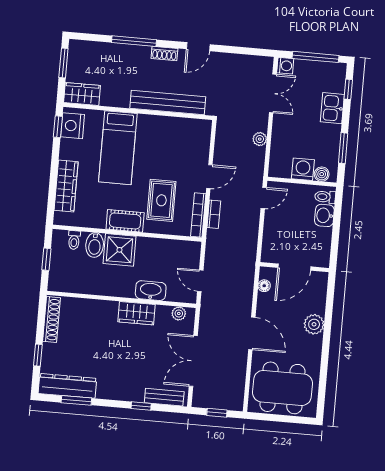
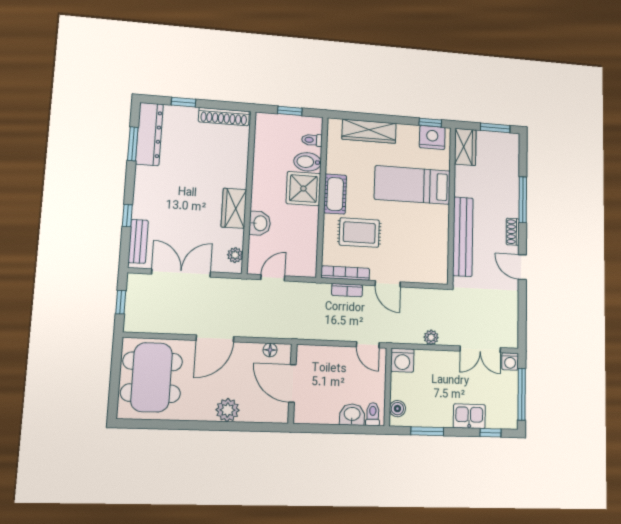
washing machine: (303, 169) -> (402, 360), moved, turned 90
washbasin: (151, 291) -> (260, 223), width x0.72

